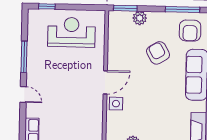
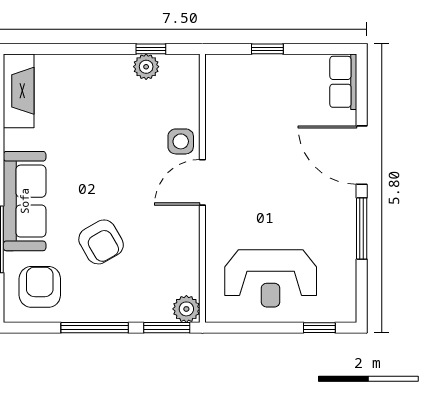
window: (183, 10) -> (95, 328), moved
plant: (140, 18) -> (186, 309), moved
door: (23, 94) -> (362, 155), width x1.87

